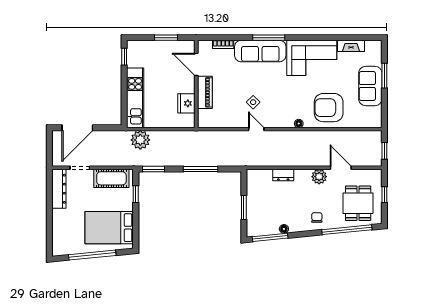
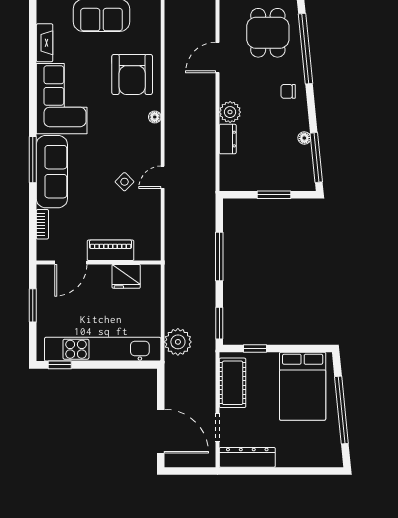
kitchen unit: (135, 98) -> (103, 349), width x1.36
plant: (319, 177) -> (230, 112), moved
dining table: (358, 203) -> (268, 33), turned 90

